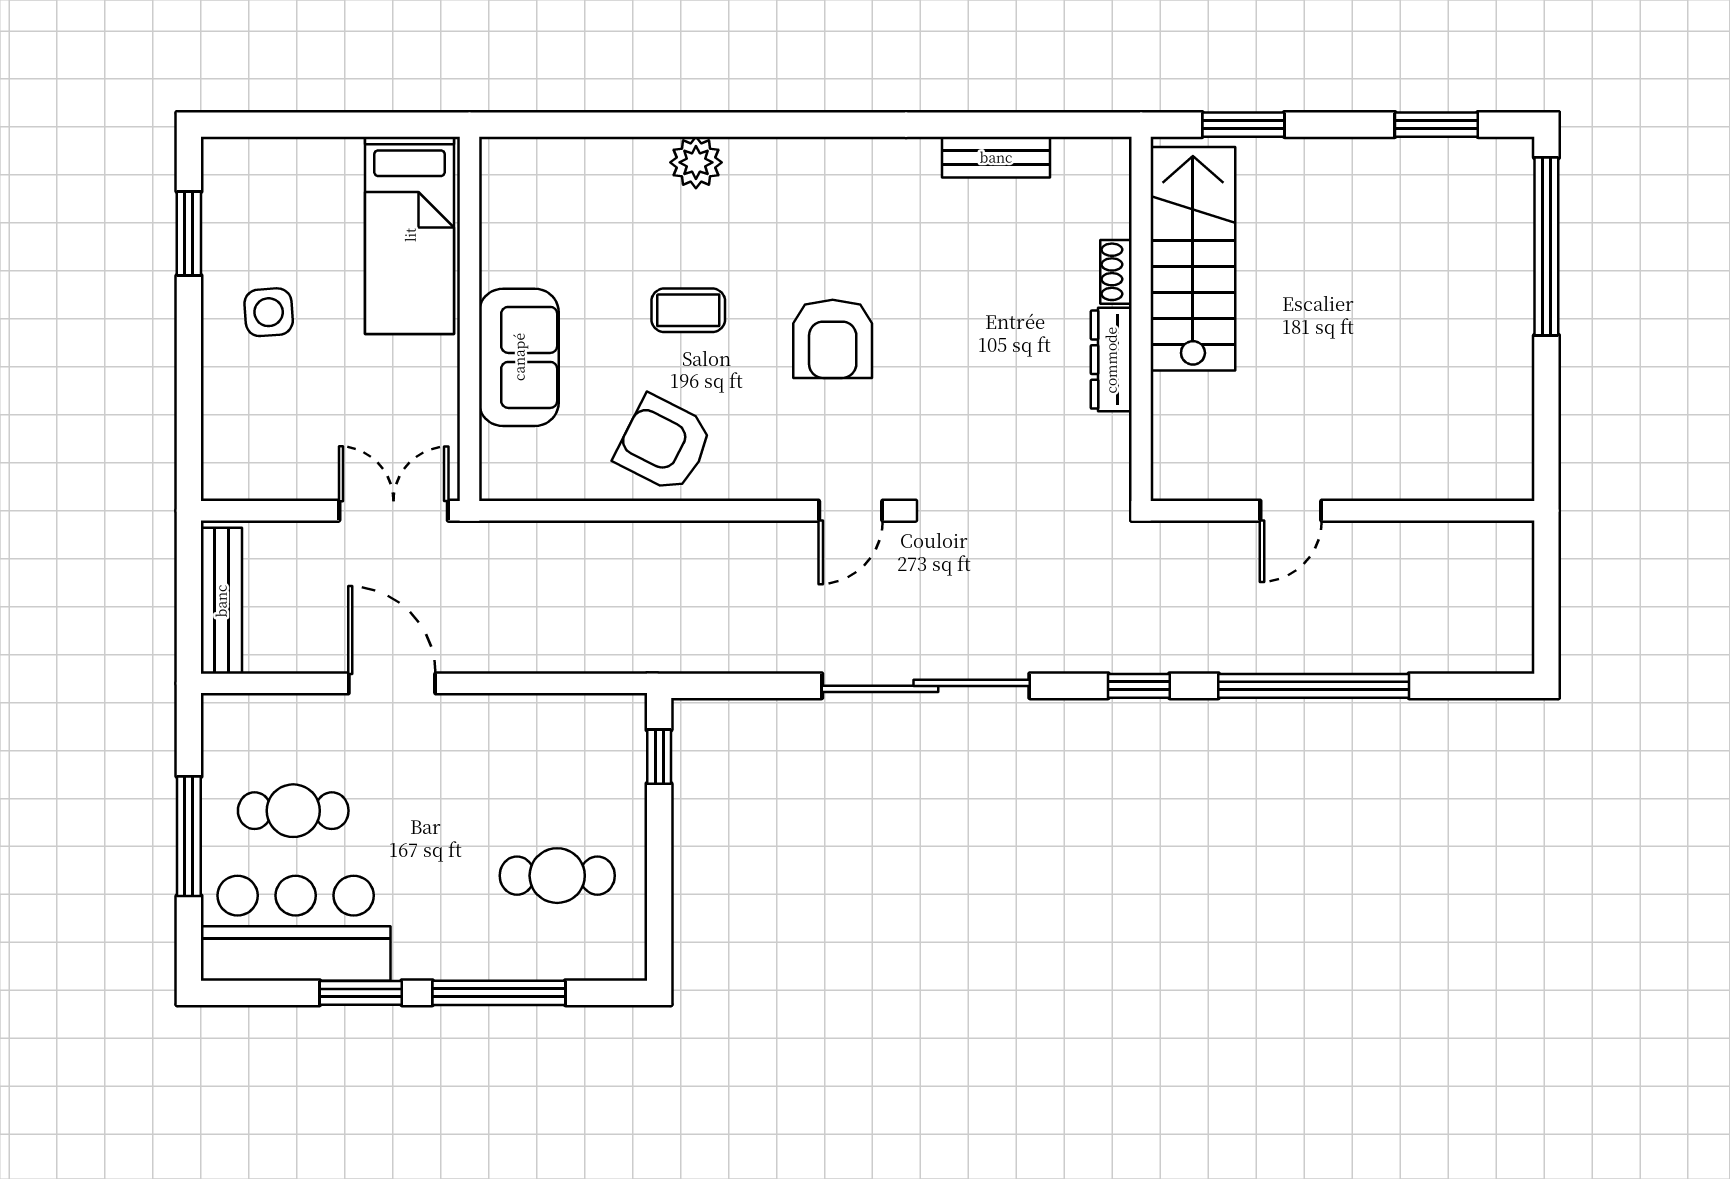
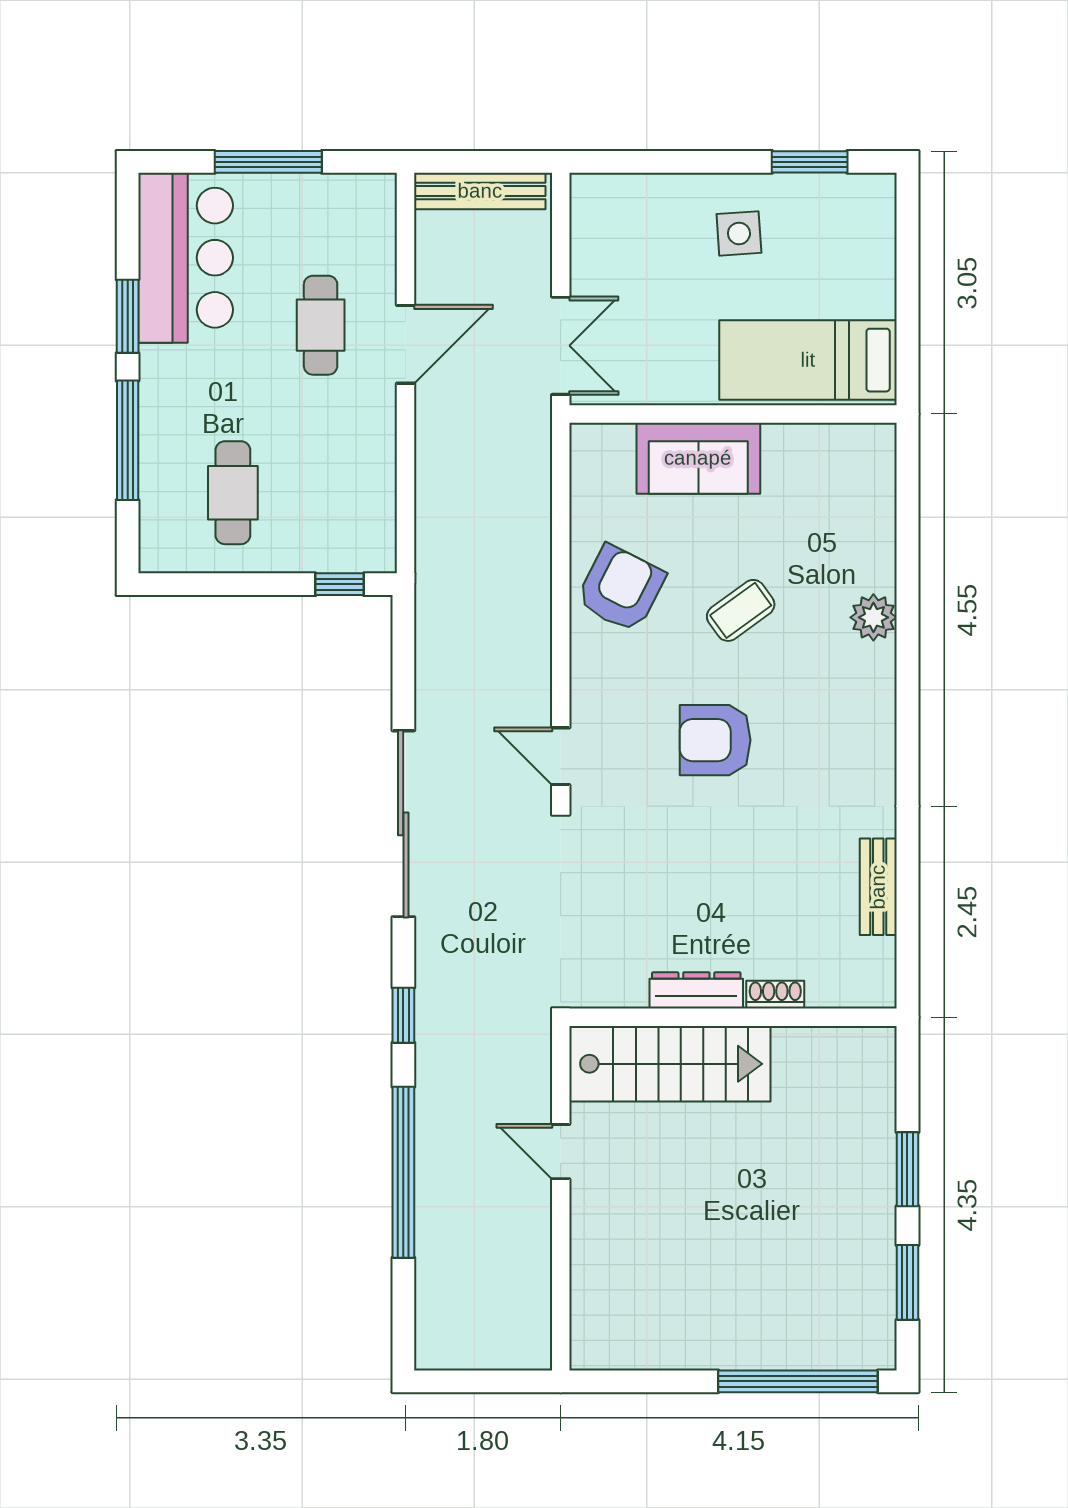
window: (1243, 125) -> (907, 1169), moved
stairs: (1193, 259) -> (670, 1064), moved
coffee table: (688, 310) -> (741, 610), turned 54
cafe table: (293, 811) -> (321, 325), moved

